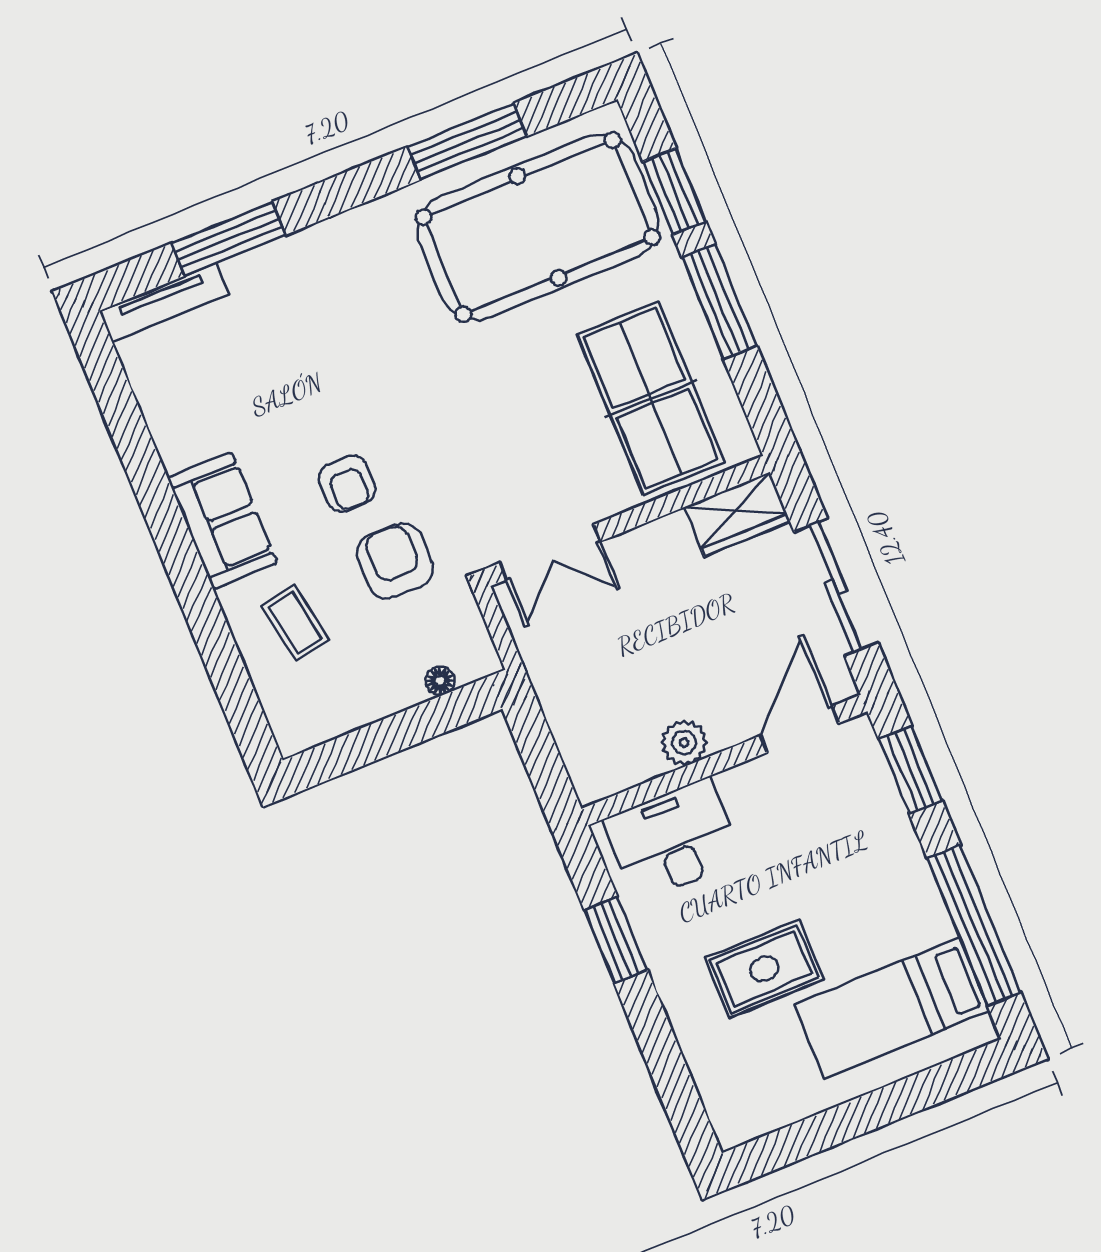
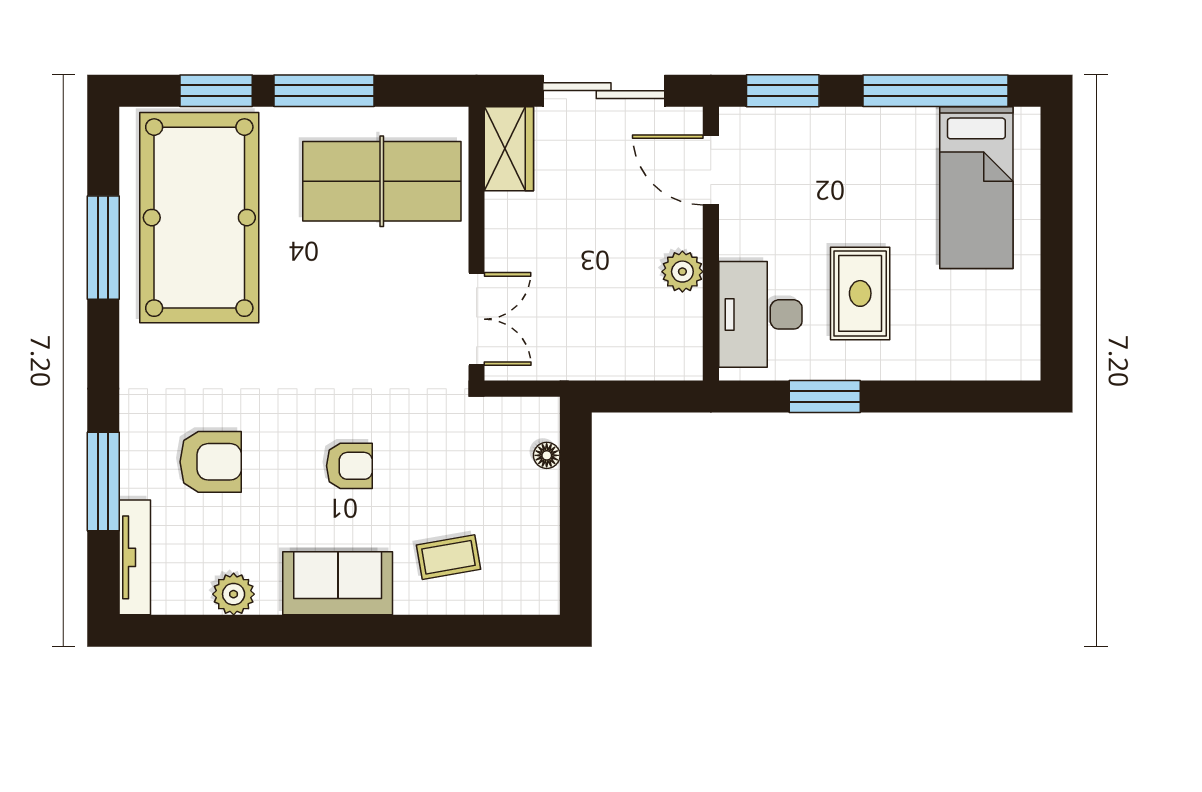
plant: (168, 419) -> (234, 594), added
armchair: (395, 561) -> (211, 462), moved, turned 180
rug: (764, 969) -> (860, 293), moved

